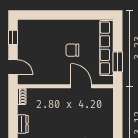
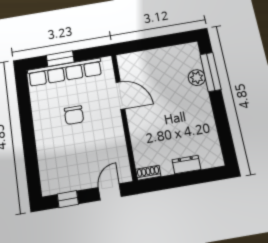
window: (118, 62) -> (60, 59), moved
door: (81, 86) -> (121, 95), swing flipped

